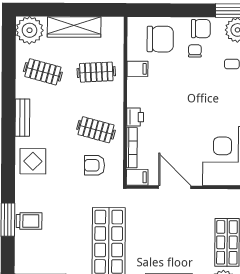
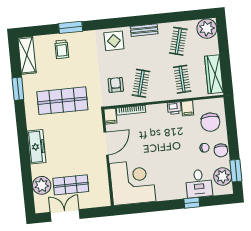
wardrobe: (74, 27) -> (214, 74), moved
printer: (135, 117) -> (174, 108), moved
trolley: (29, 221) -> (62, 49), moved

